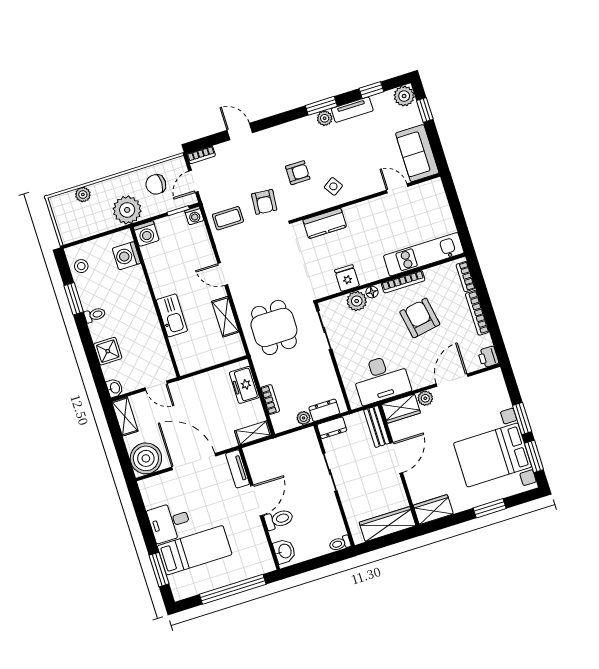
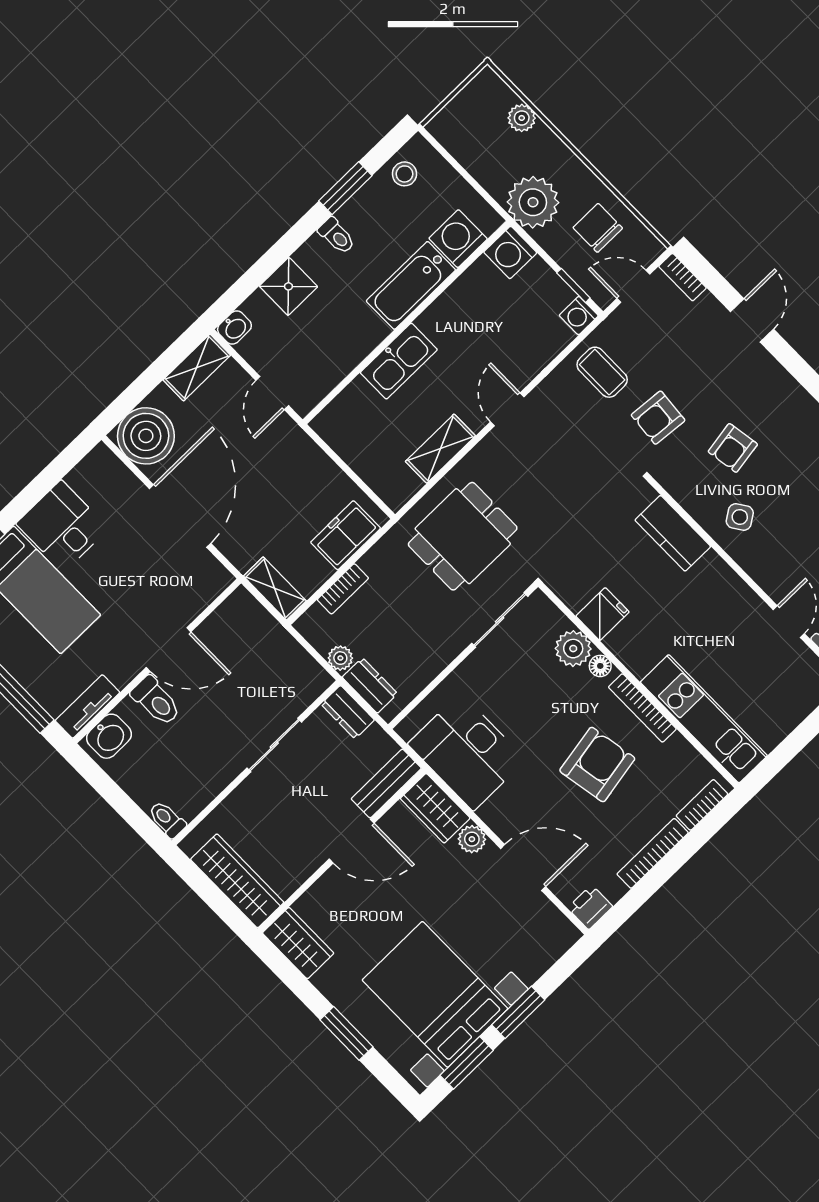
armchair: (298, 173) -> (733, 448), turned 81
bathtub: (138, 291) -> (411, 285), added
tv unit: (238, 469) -> (87, 706), moved

